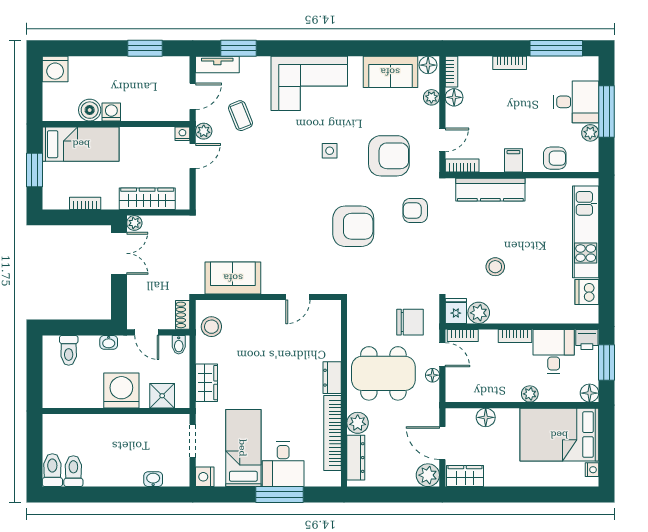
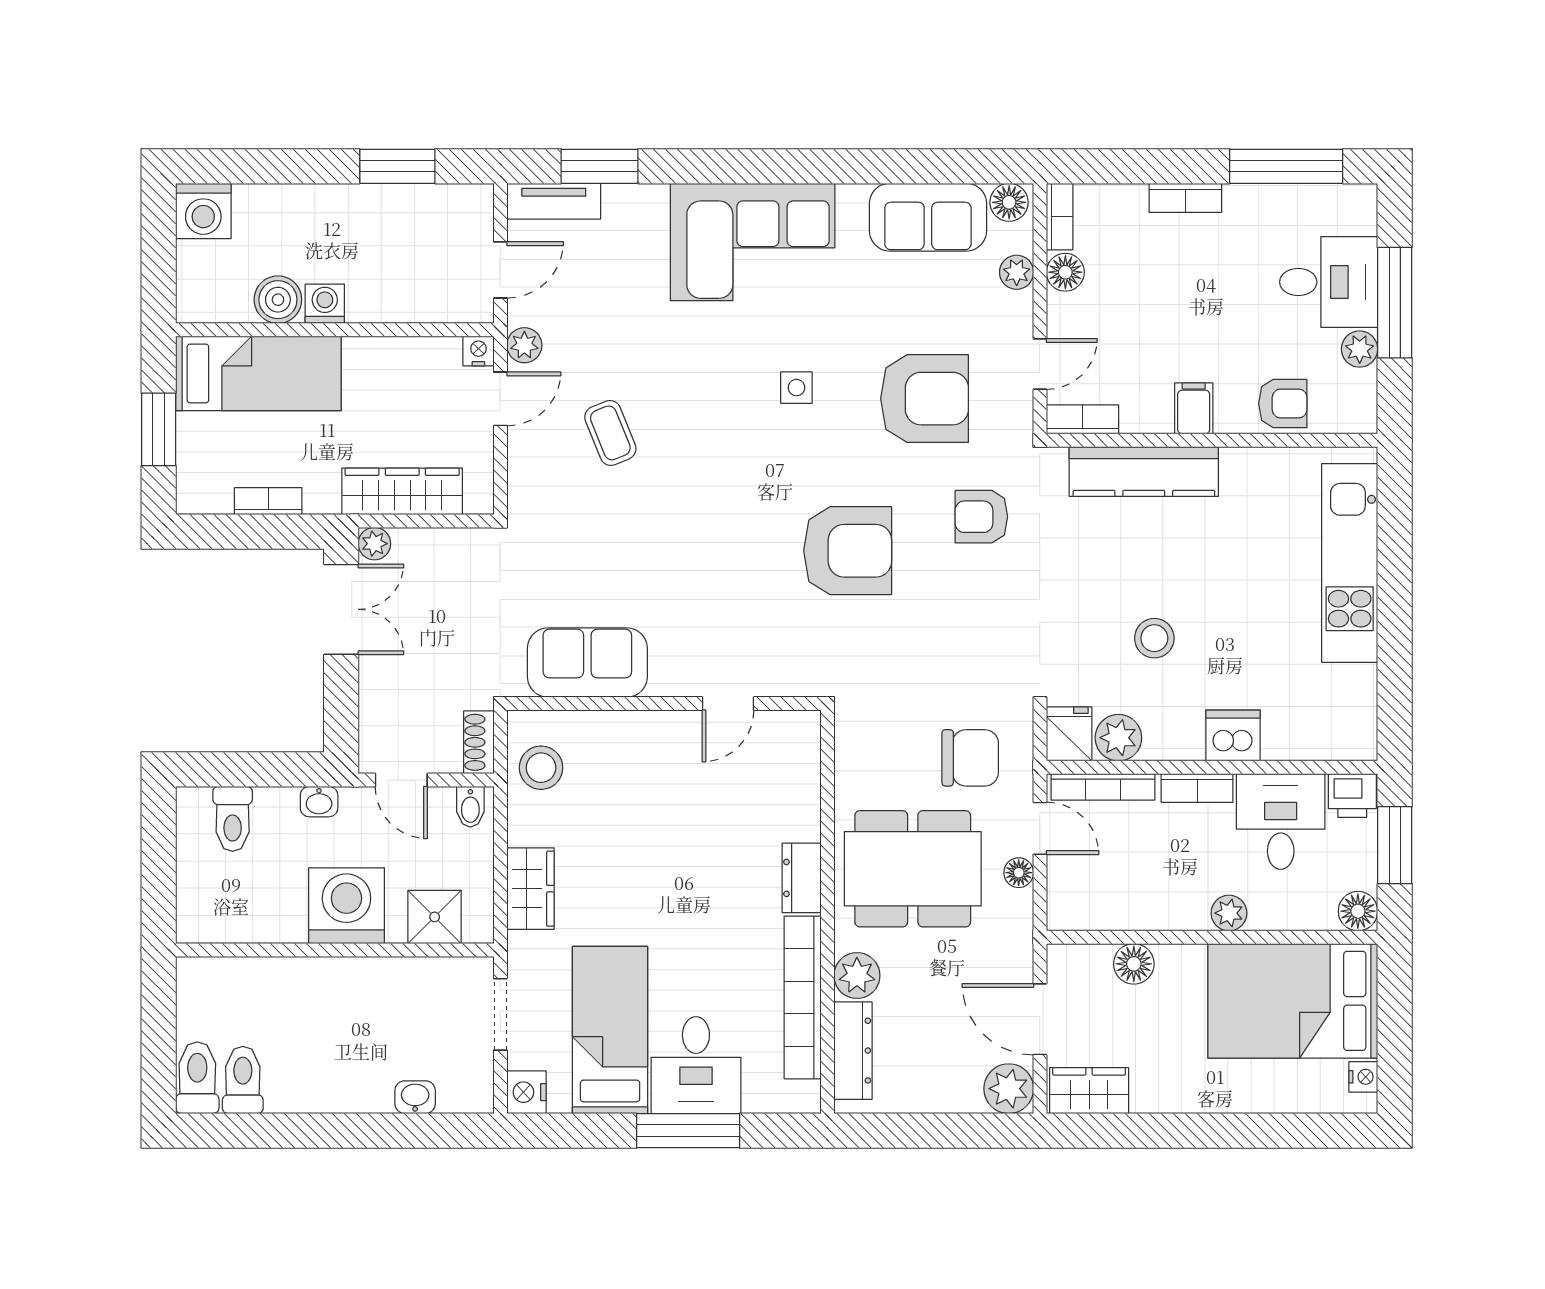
coffee table: (240, 116) -> (610, 433), moved
dishwasher: (587, 292) -> (1233, 735), moved, turned 90
bookcase: (463, 336) -> (1103, 787), width x1.56

